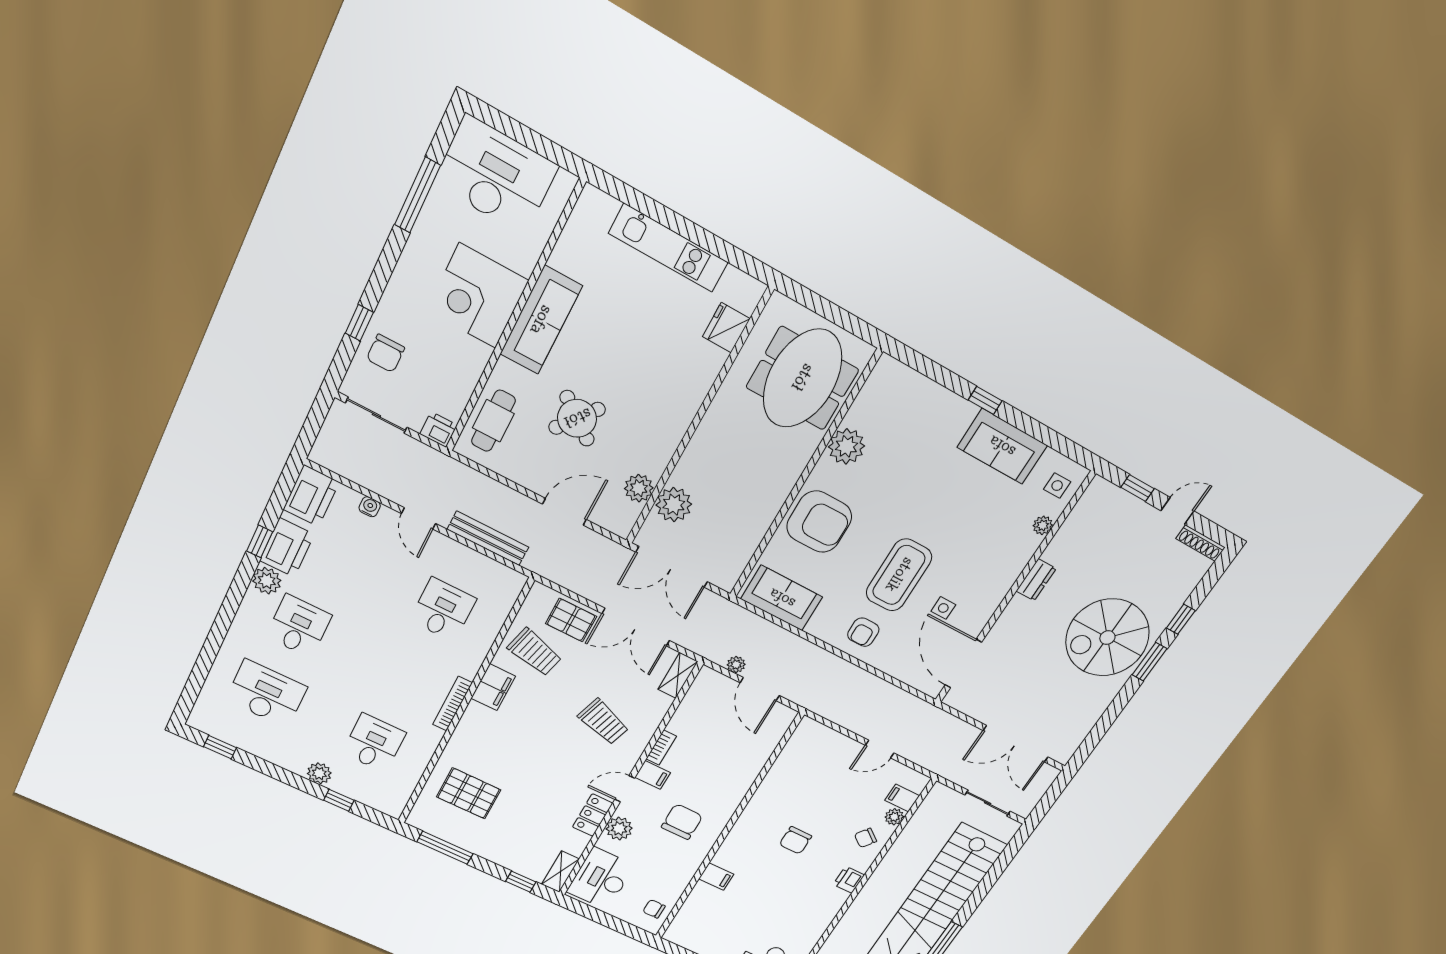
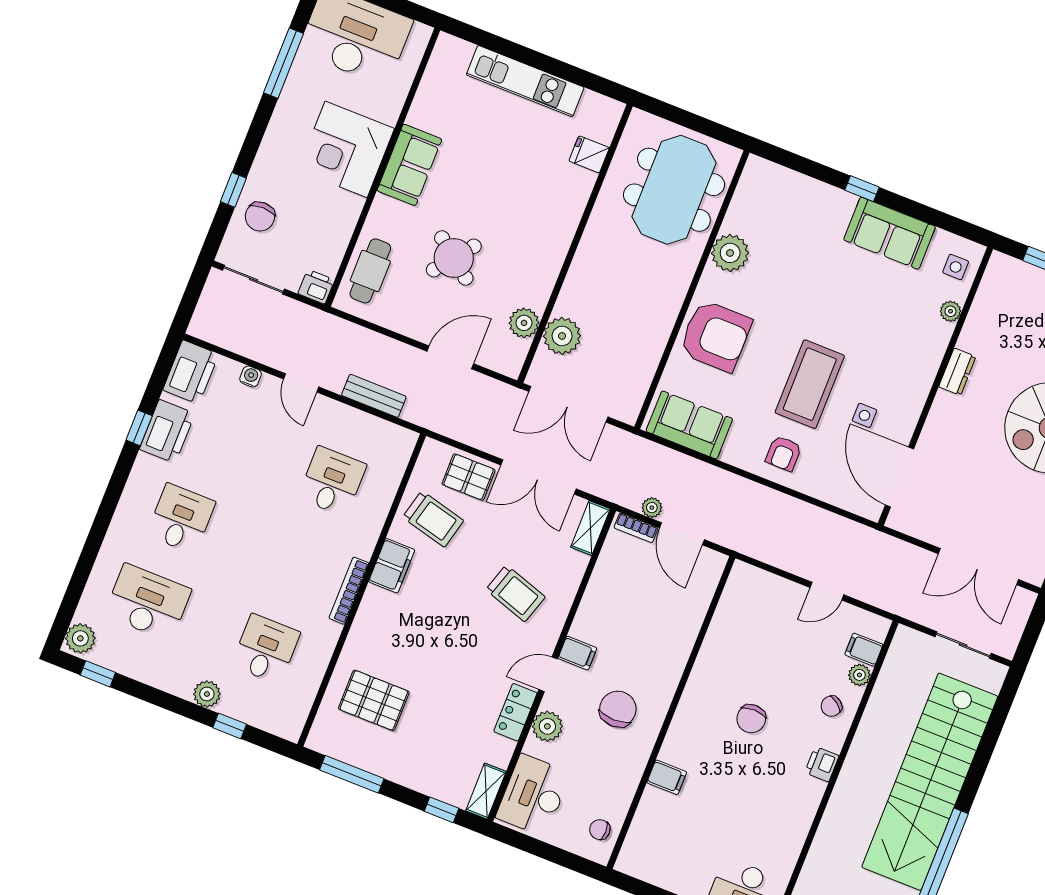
sofa: (541, 320) -> (409, 165), width x0.73
fridge: (726, 328) -> (589, 154), width x0.72
bench: (488, 538) -> (374, 396), width x0.73
plant: (267, 581) -> (80, 638), moved
bookcase: (661, 748) -> (636, 528), moved, turned 90

